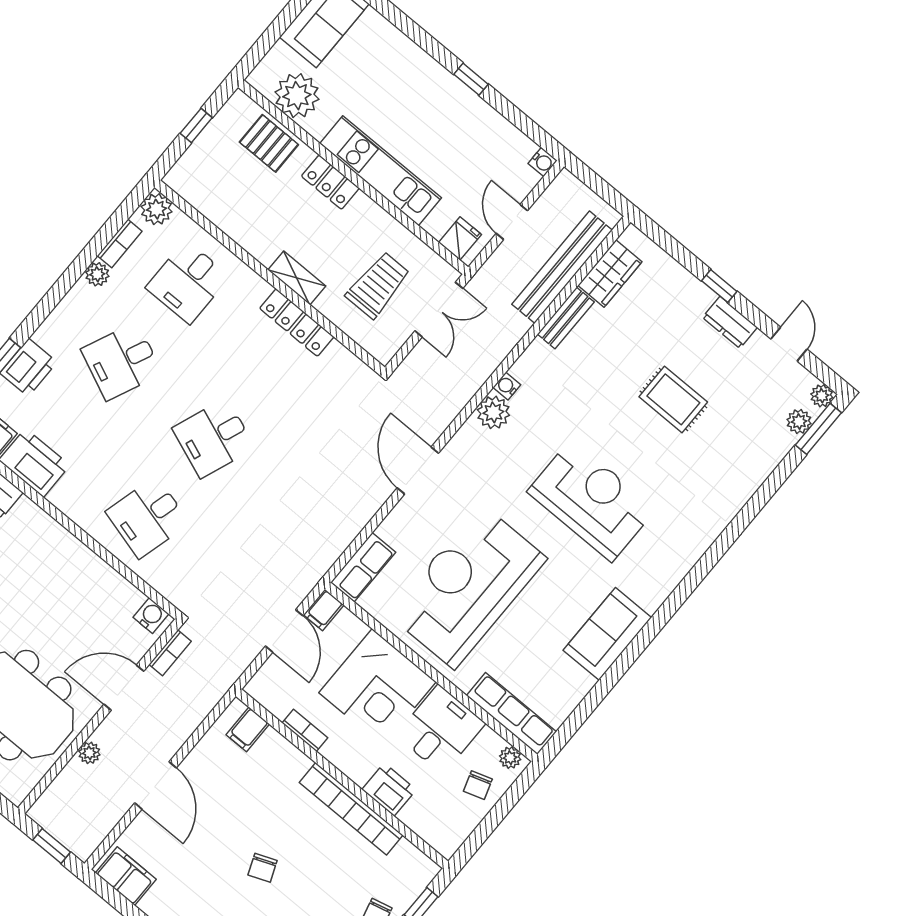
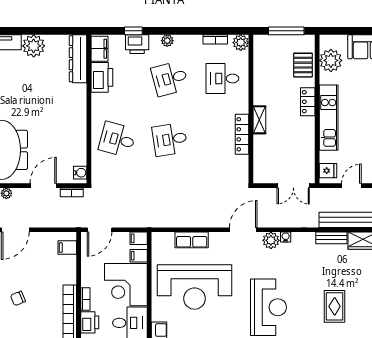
window: (196, 126) -> (286, 31), width x2.17
plant: (97, 274) -> (167, 41), moved
trolley: (378, 285) -> (283, 154), removed
desk: (122, 361) -> (170, 79), turned -39
desk: (214, 438) -> (170, 139), turned -30
door: (418, 471) -> (243, 230), moved
row of seats: (363, 567) -> (192, 240), moved
reception desk: (468, 587) -> (195, 287), turned 180
door: (284, 631) -> (100, 230), moved
filing cabinet: (350, 632) -> (139, 256), added
door: (124, 688) -> (43, 186), hinge flipped
bookcase: (305, 730) -> (85, 299), moved

